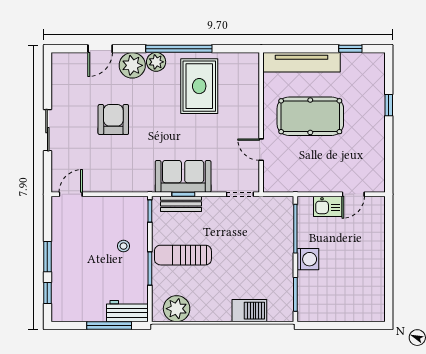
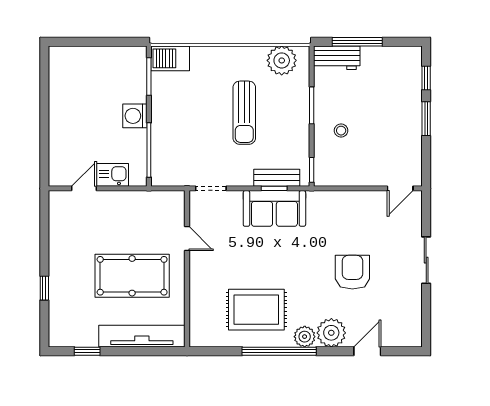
rug: (199, 86) -> (256, 310), turned 90
armchair: (113, 120) -> (352, 272), turned 180
sun lounger: (183, 255) -> (244, 113), moved, turned 90
barbecue: (249, 311) -> (170, 58), moved

